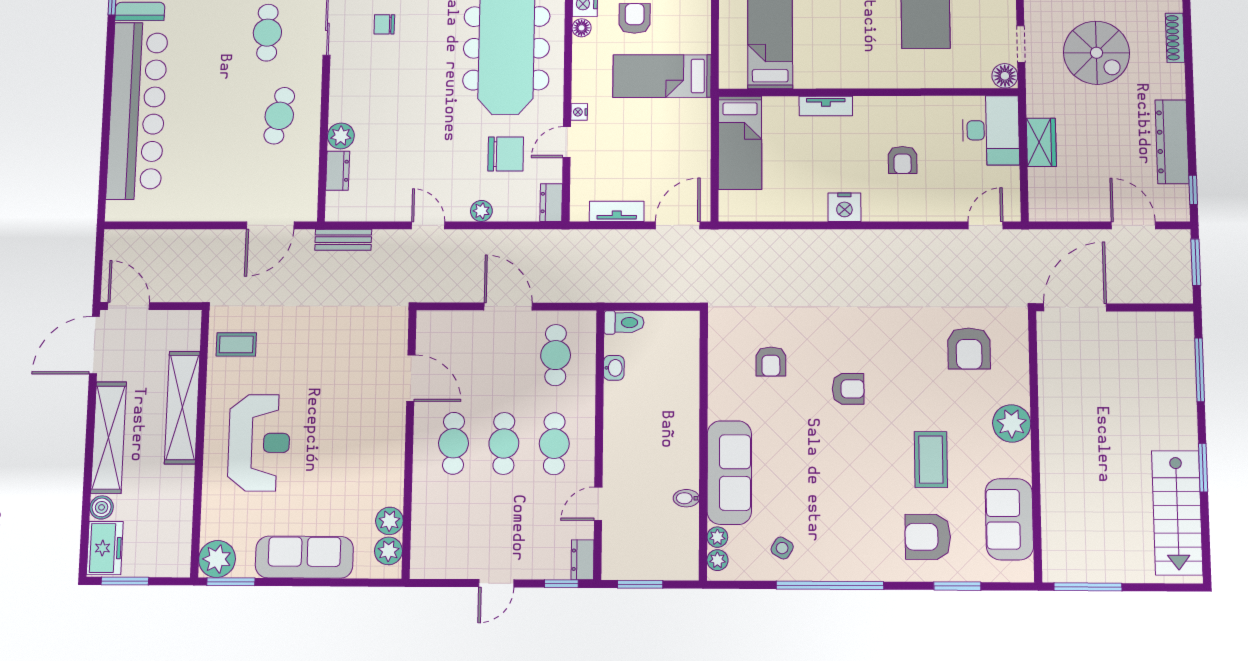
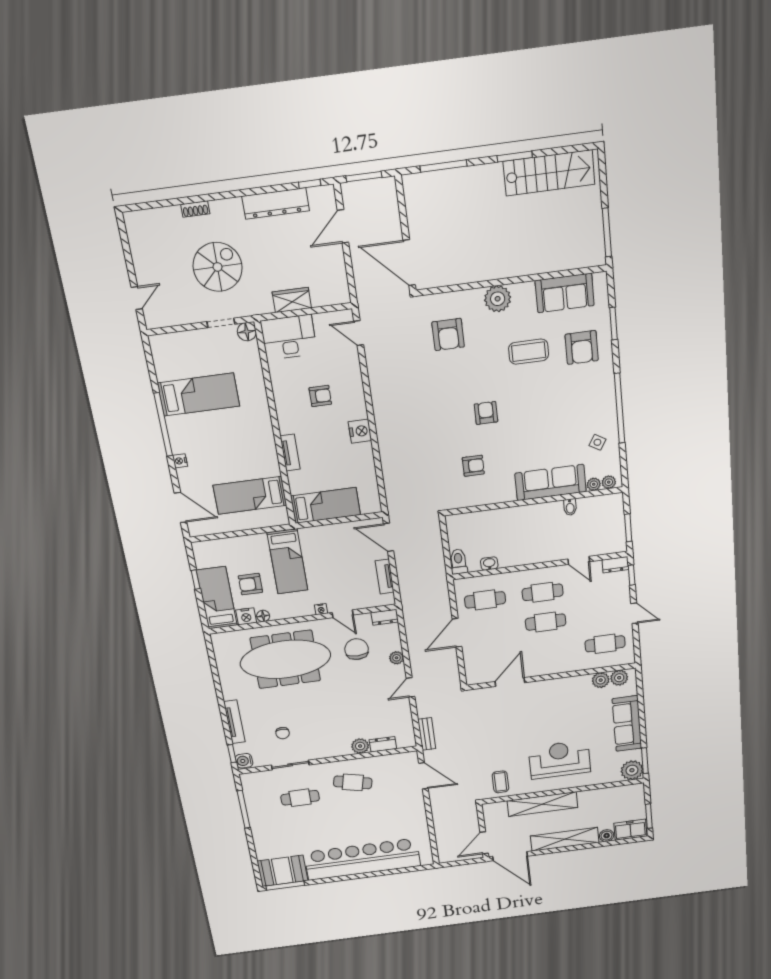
shoe rack: (1175, 38) -> (195, 209), width x0.70
armchair: (969, 348) -> (448, 334), turned 90
cafe table: (453, 443) -> (605, 644), moved

